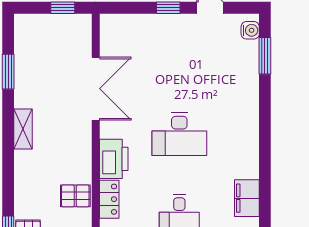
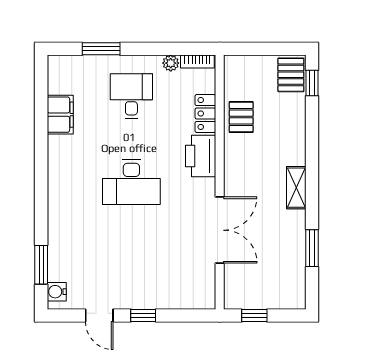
double door: (96, 89) -> (220, 230), swing flipped
desk: (179, 134) -> (131, 182), turned 180
pallet: (75, 196) -> (241, 117), turned 90

